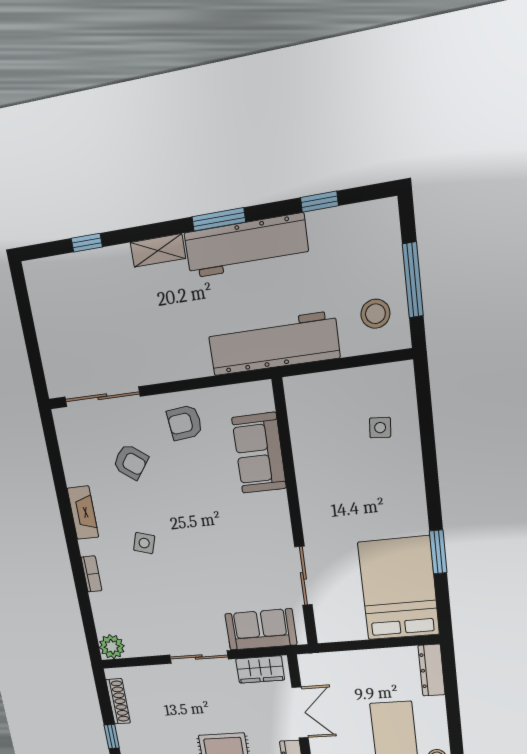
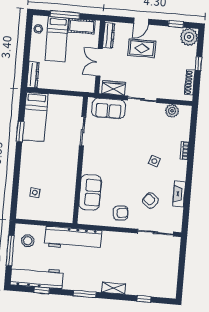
workbench: (246, 246) -> (37, 277), moved
fireplace: (83, 513) -> (179, 194), moved
bed: (399, 589) -> (35, 117), width x0.67
plant: (112, 647) -> (172, 111), moved

